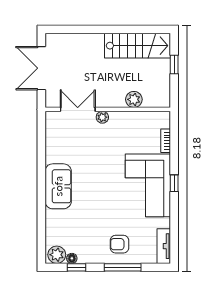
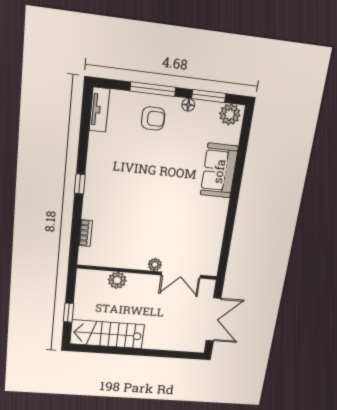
corner sofa: (148, 185) -> (111, 185), removed
sofa: (58, 186) -> (219, 171), moved
floor lamp: (72, 258) -> (188, 105), moved
window: (77, 267) -> (209, 96), width x1.50

